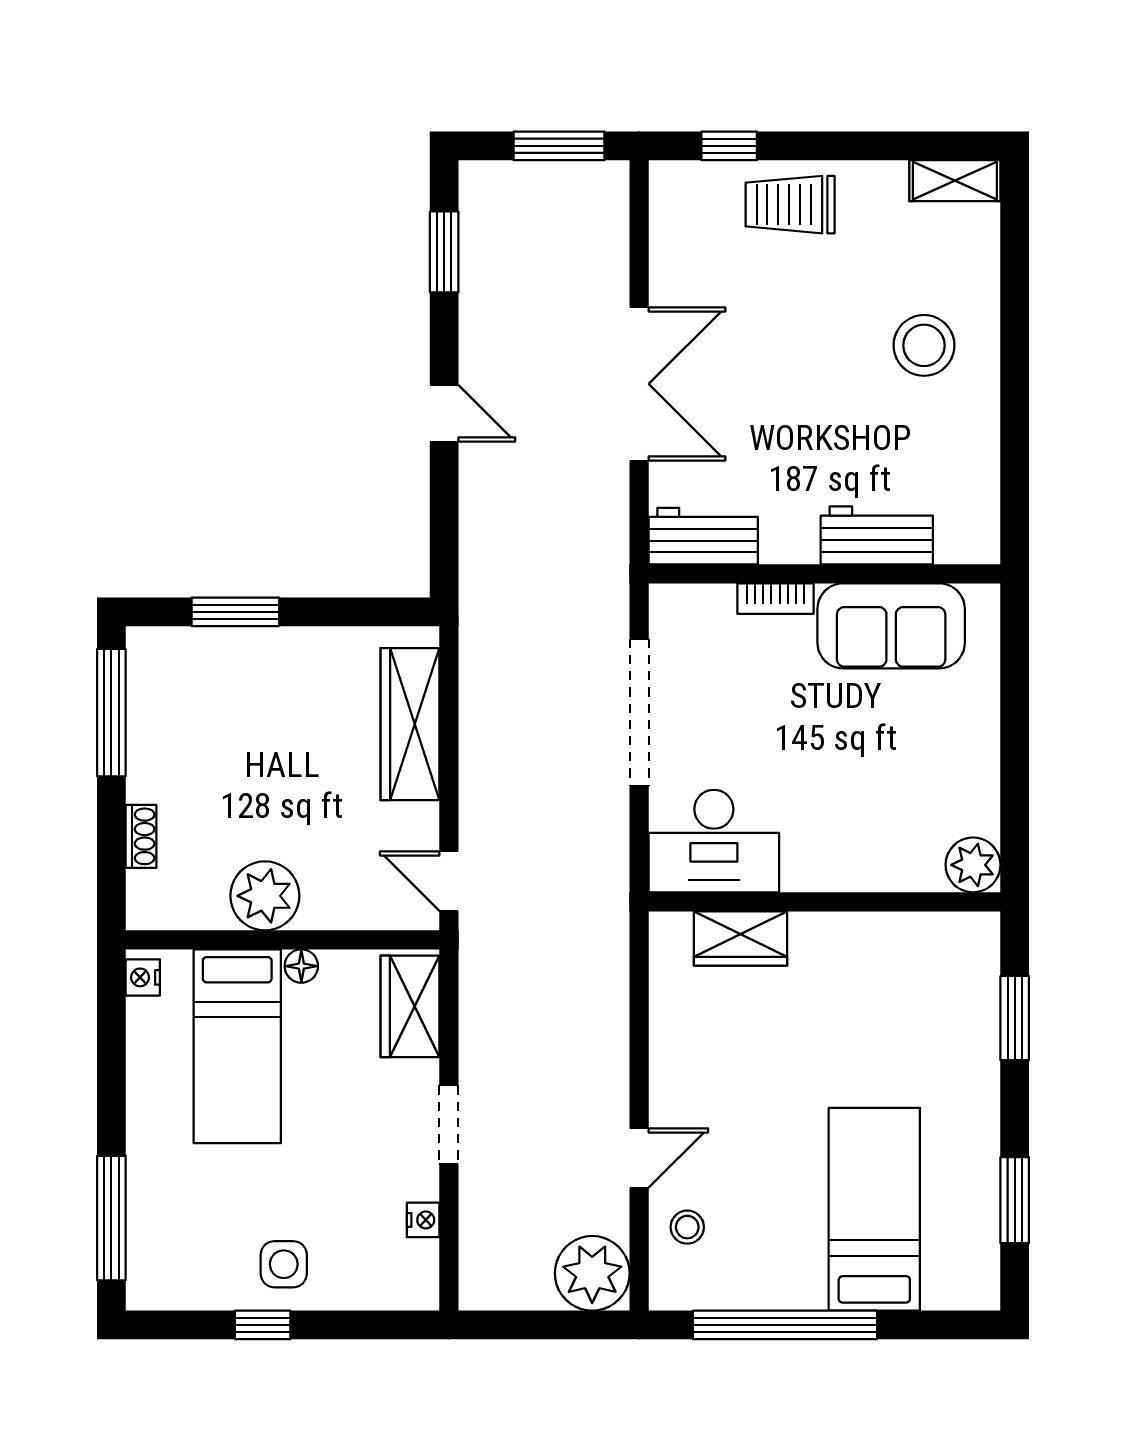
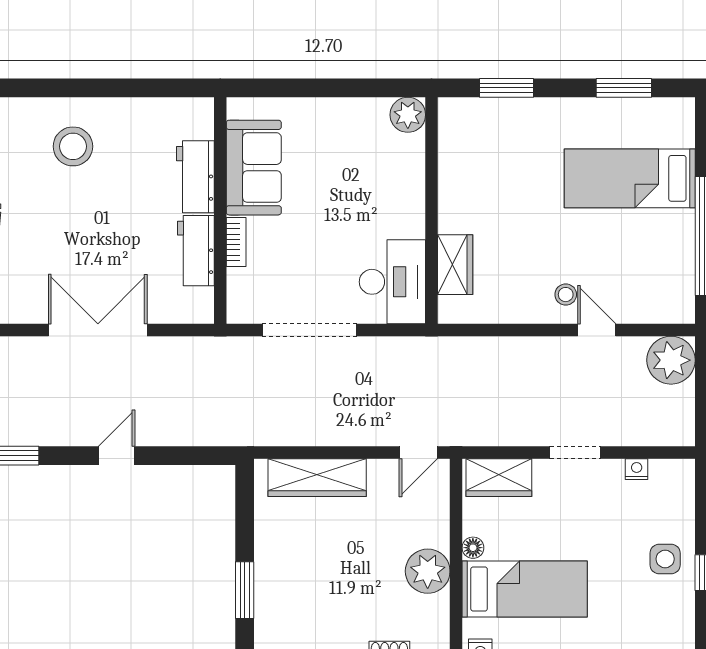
workbench: (703, 536) -> (196, 251), moved
stool: (687, 1227) -> (566, 295), moved

